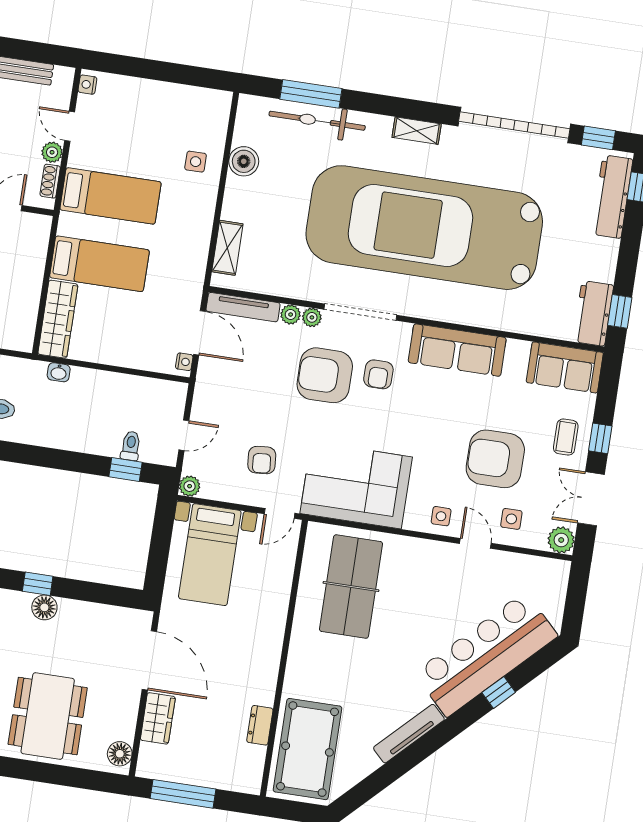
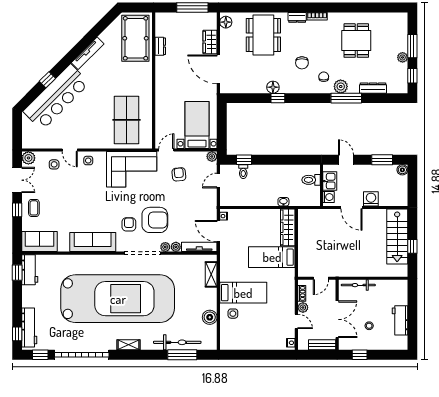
bed: (111, 196) -> (243, 293), moved, turned 180
armchair: (495, 459) -> (66, 192), removed

